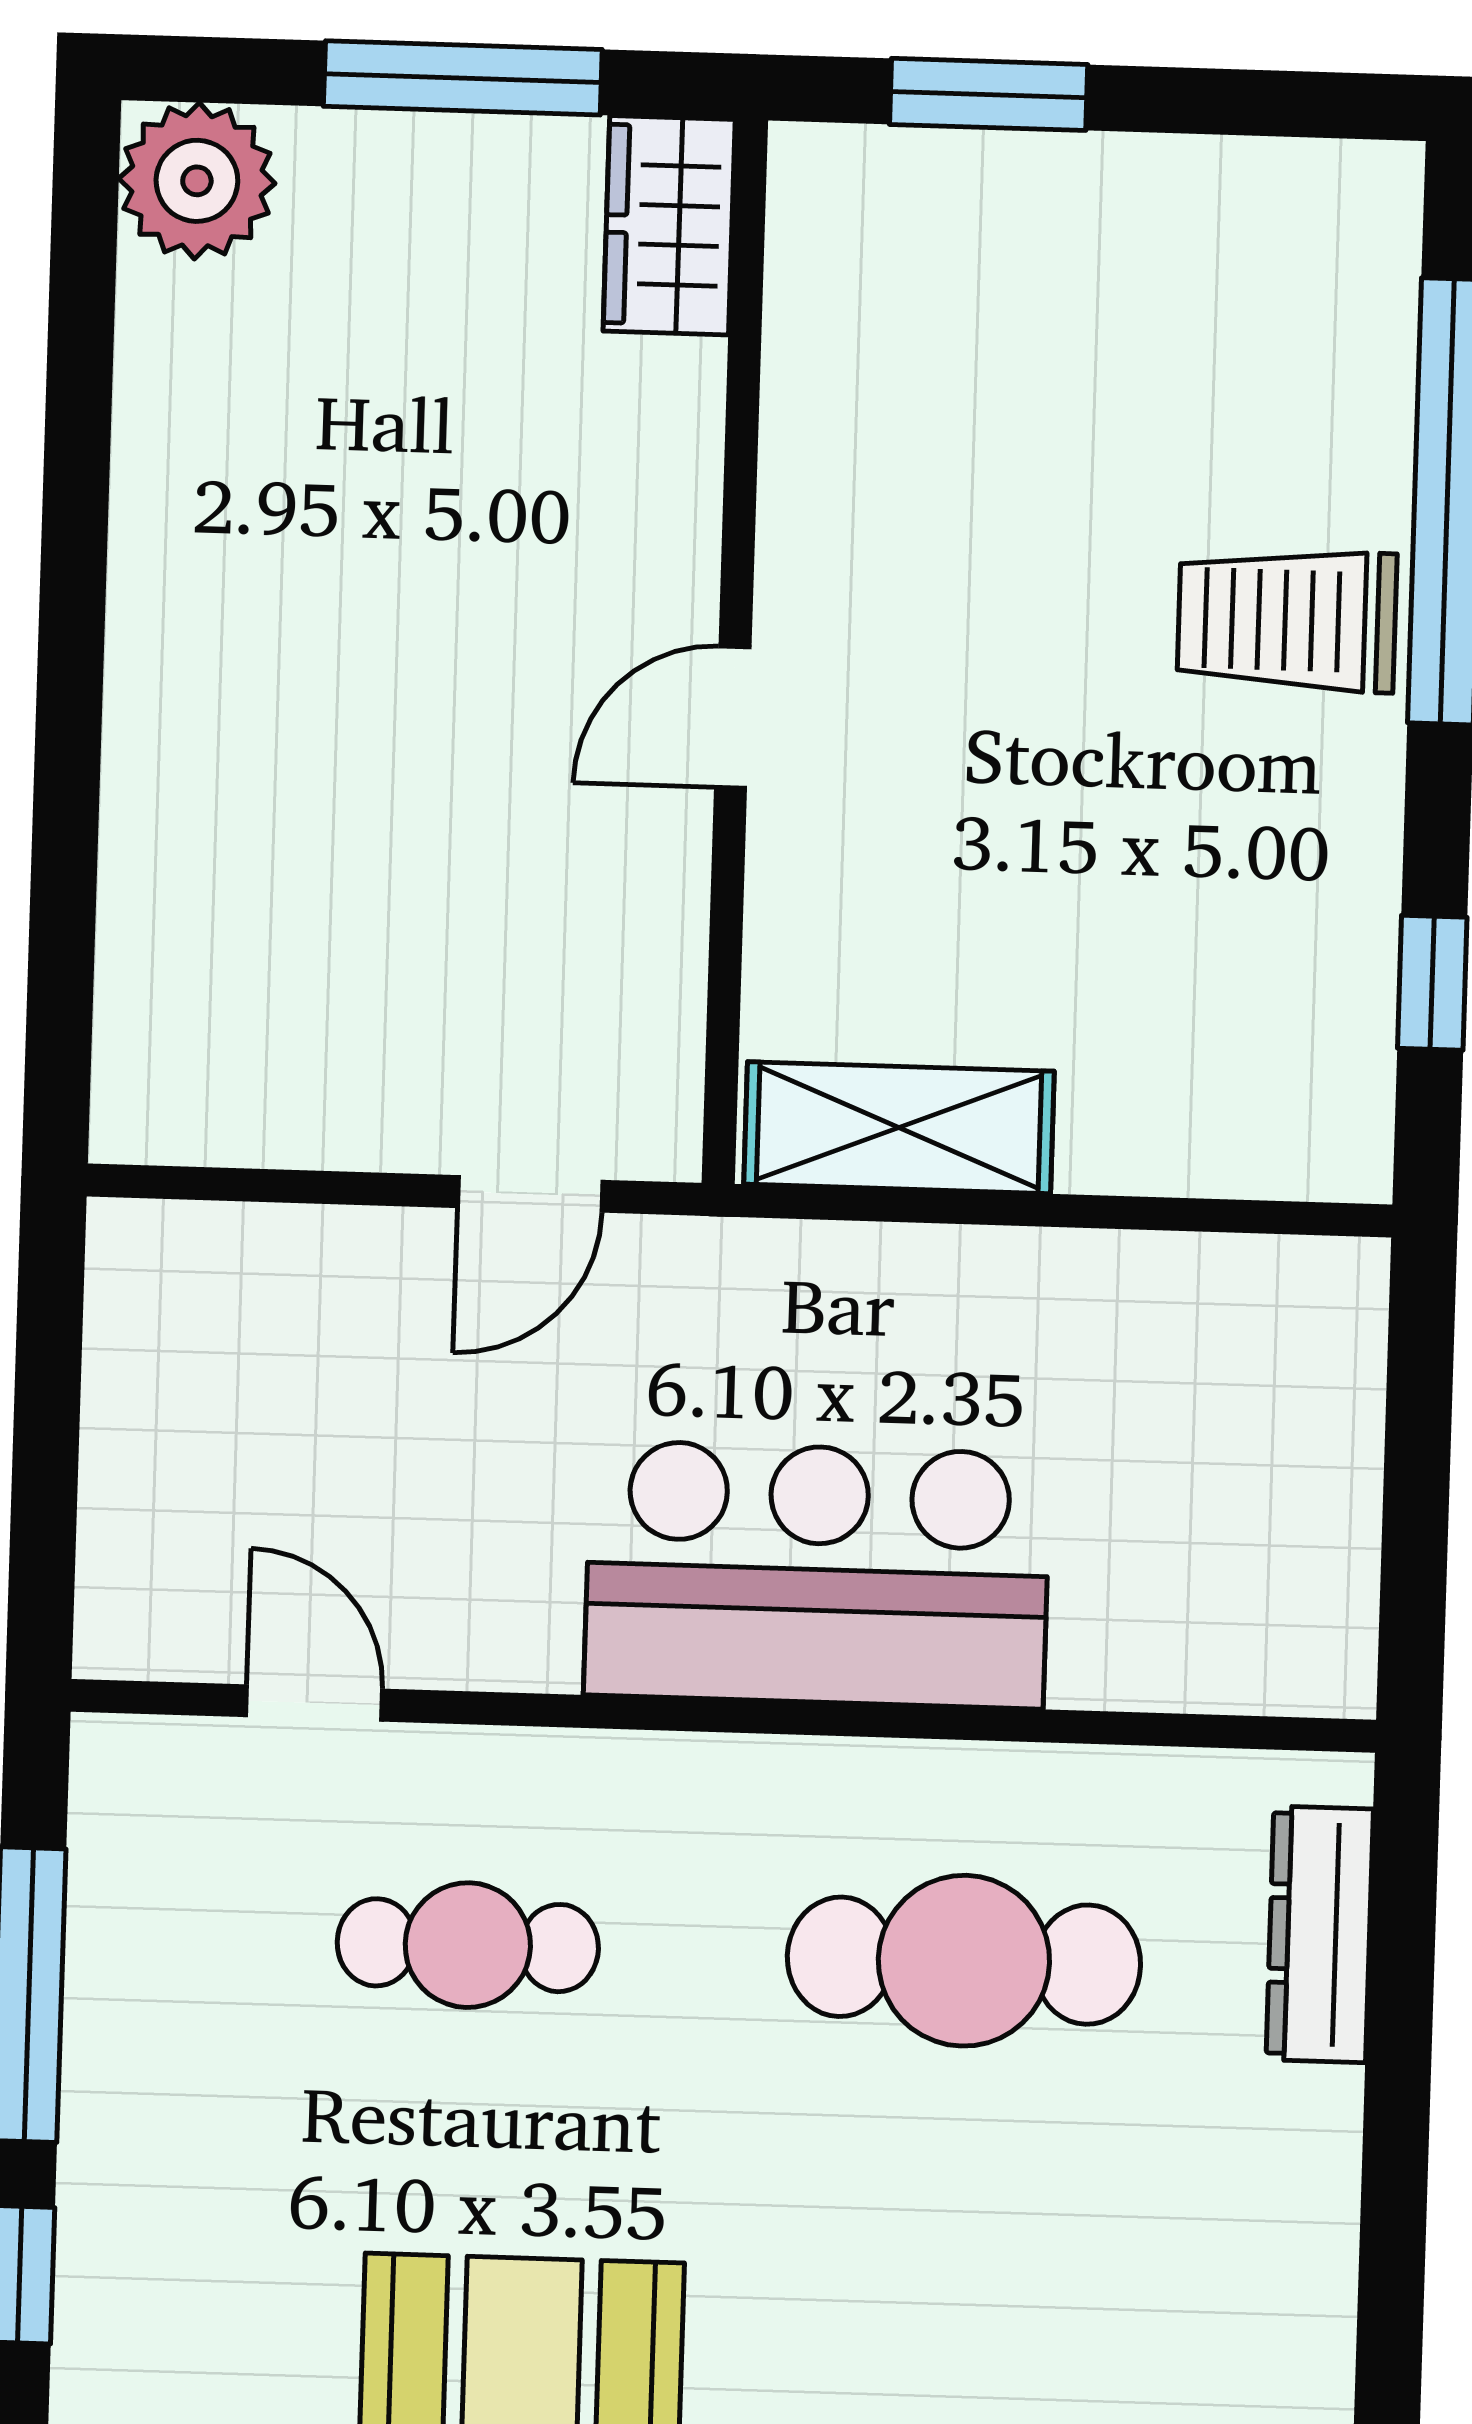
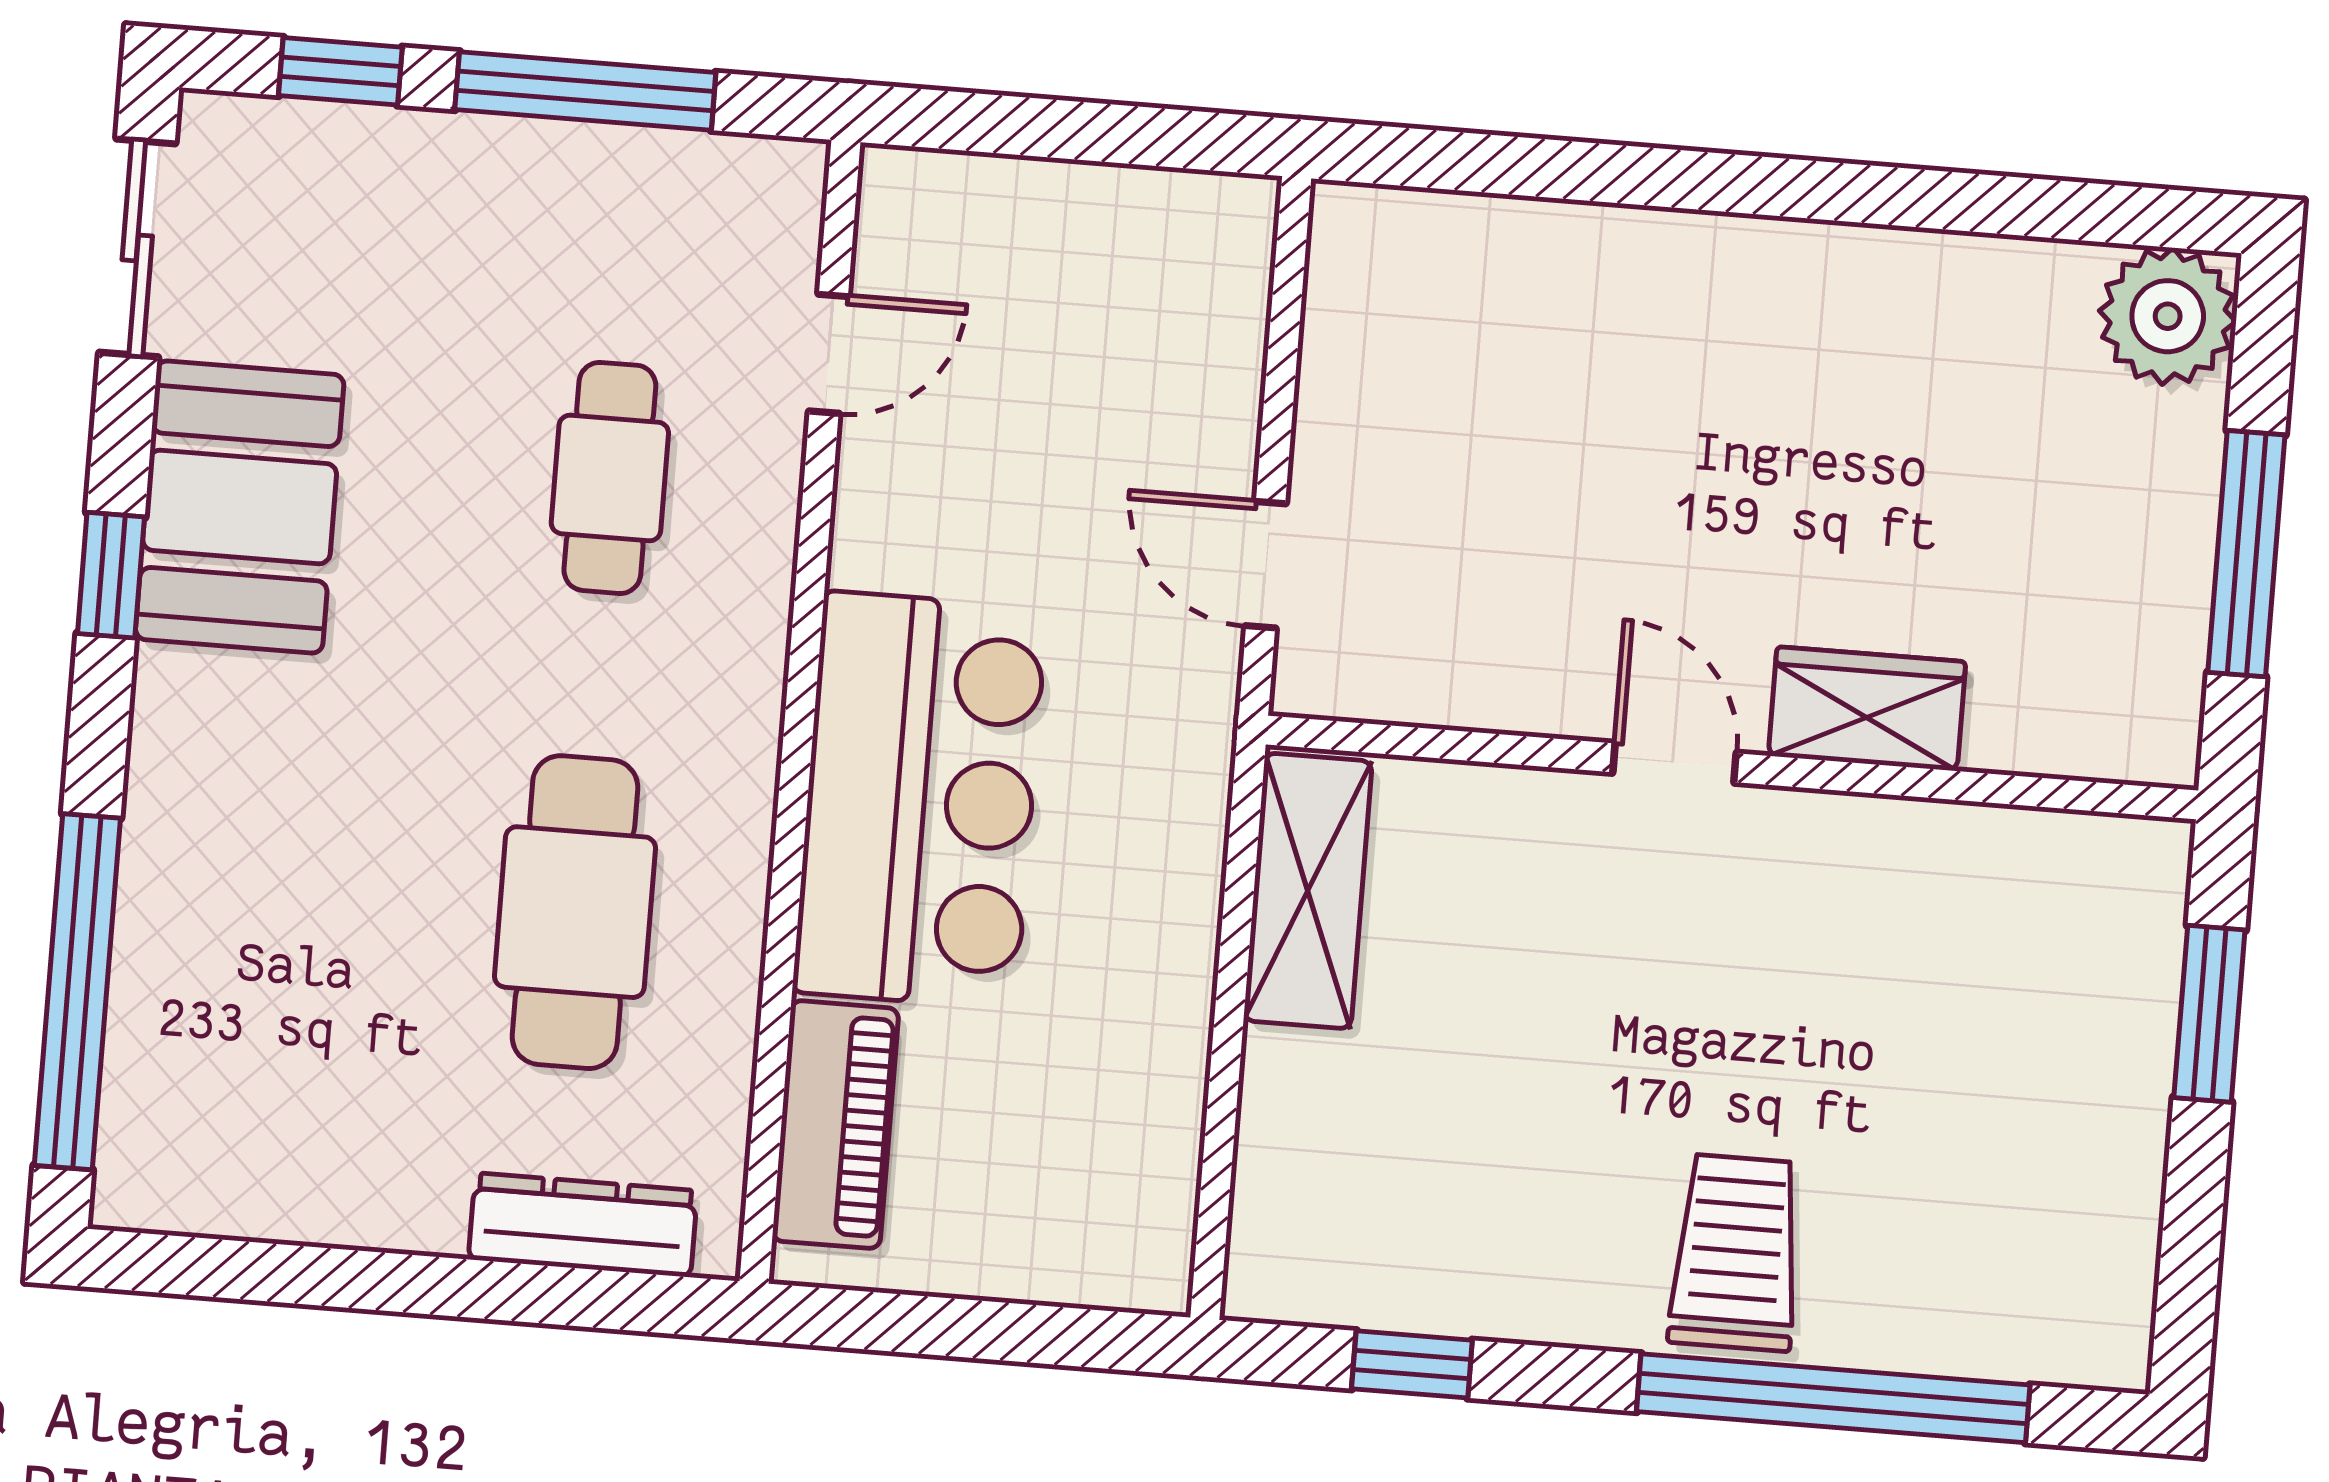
wardrobe: (669, 225) -> (1867, 709), moved
piano: (1191, 1652) -> (835, 1125), added

